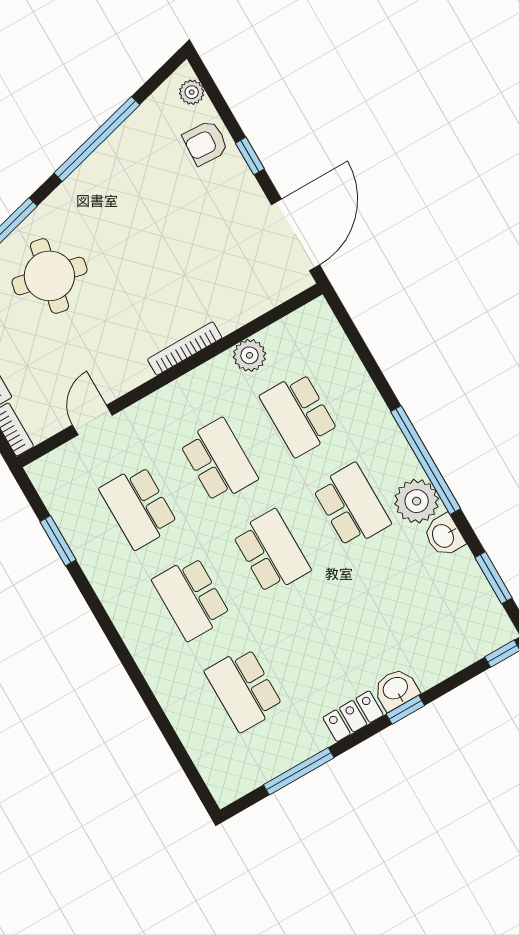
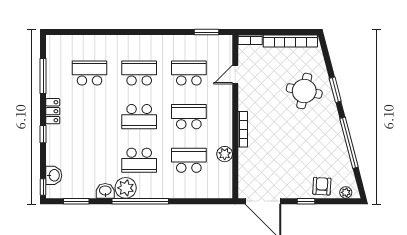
door: (92, 420) -> (235, 75), swing flipped
school desk: (219, 461) -> (189, 117), turned 180
window: (58, 541) -> (206, 32), moved
washbasin: (396, 689) -> (54, 175), moved

